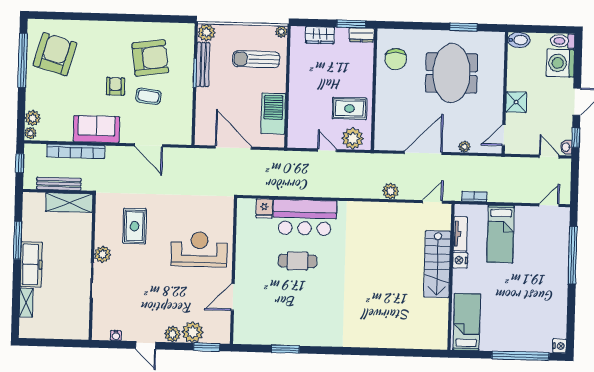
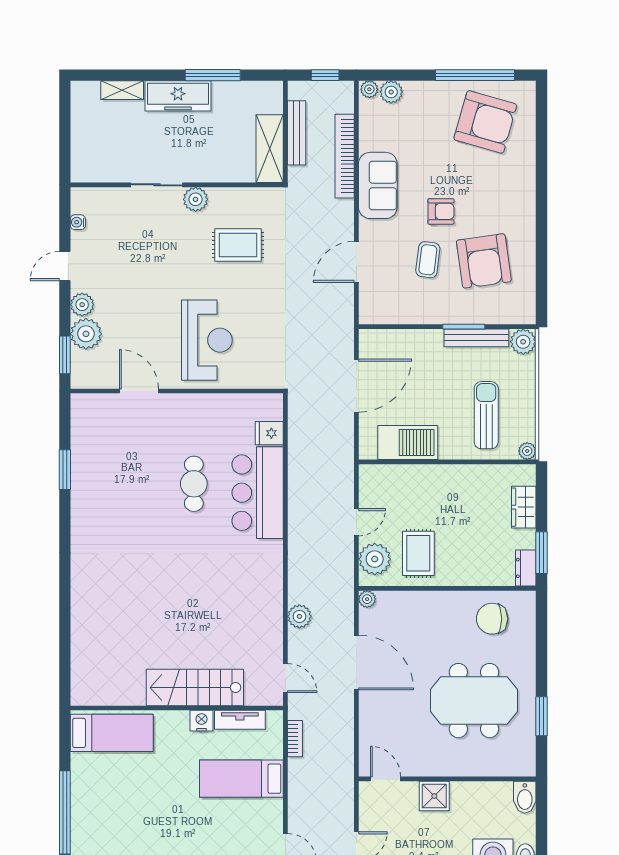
plant: (464, 147) -> (367, 599), moved

